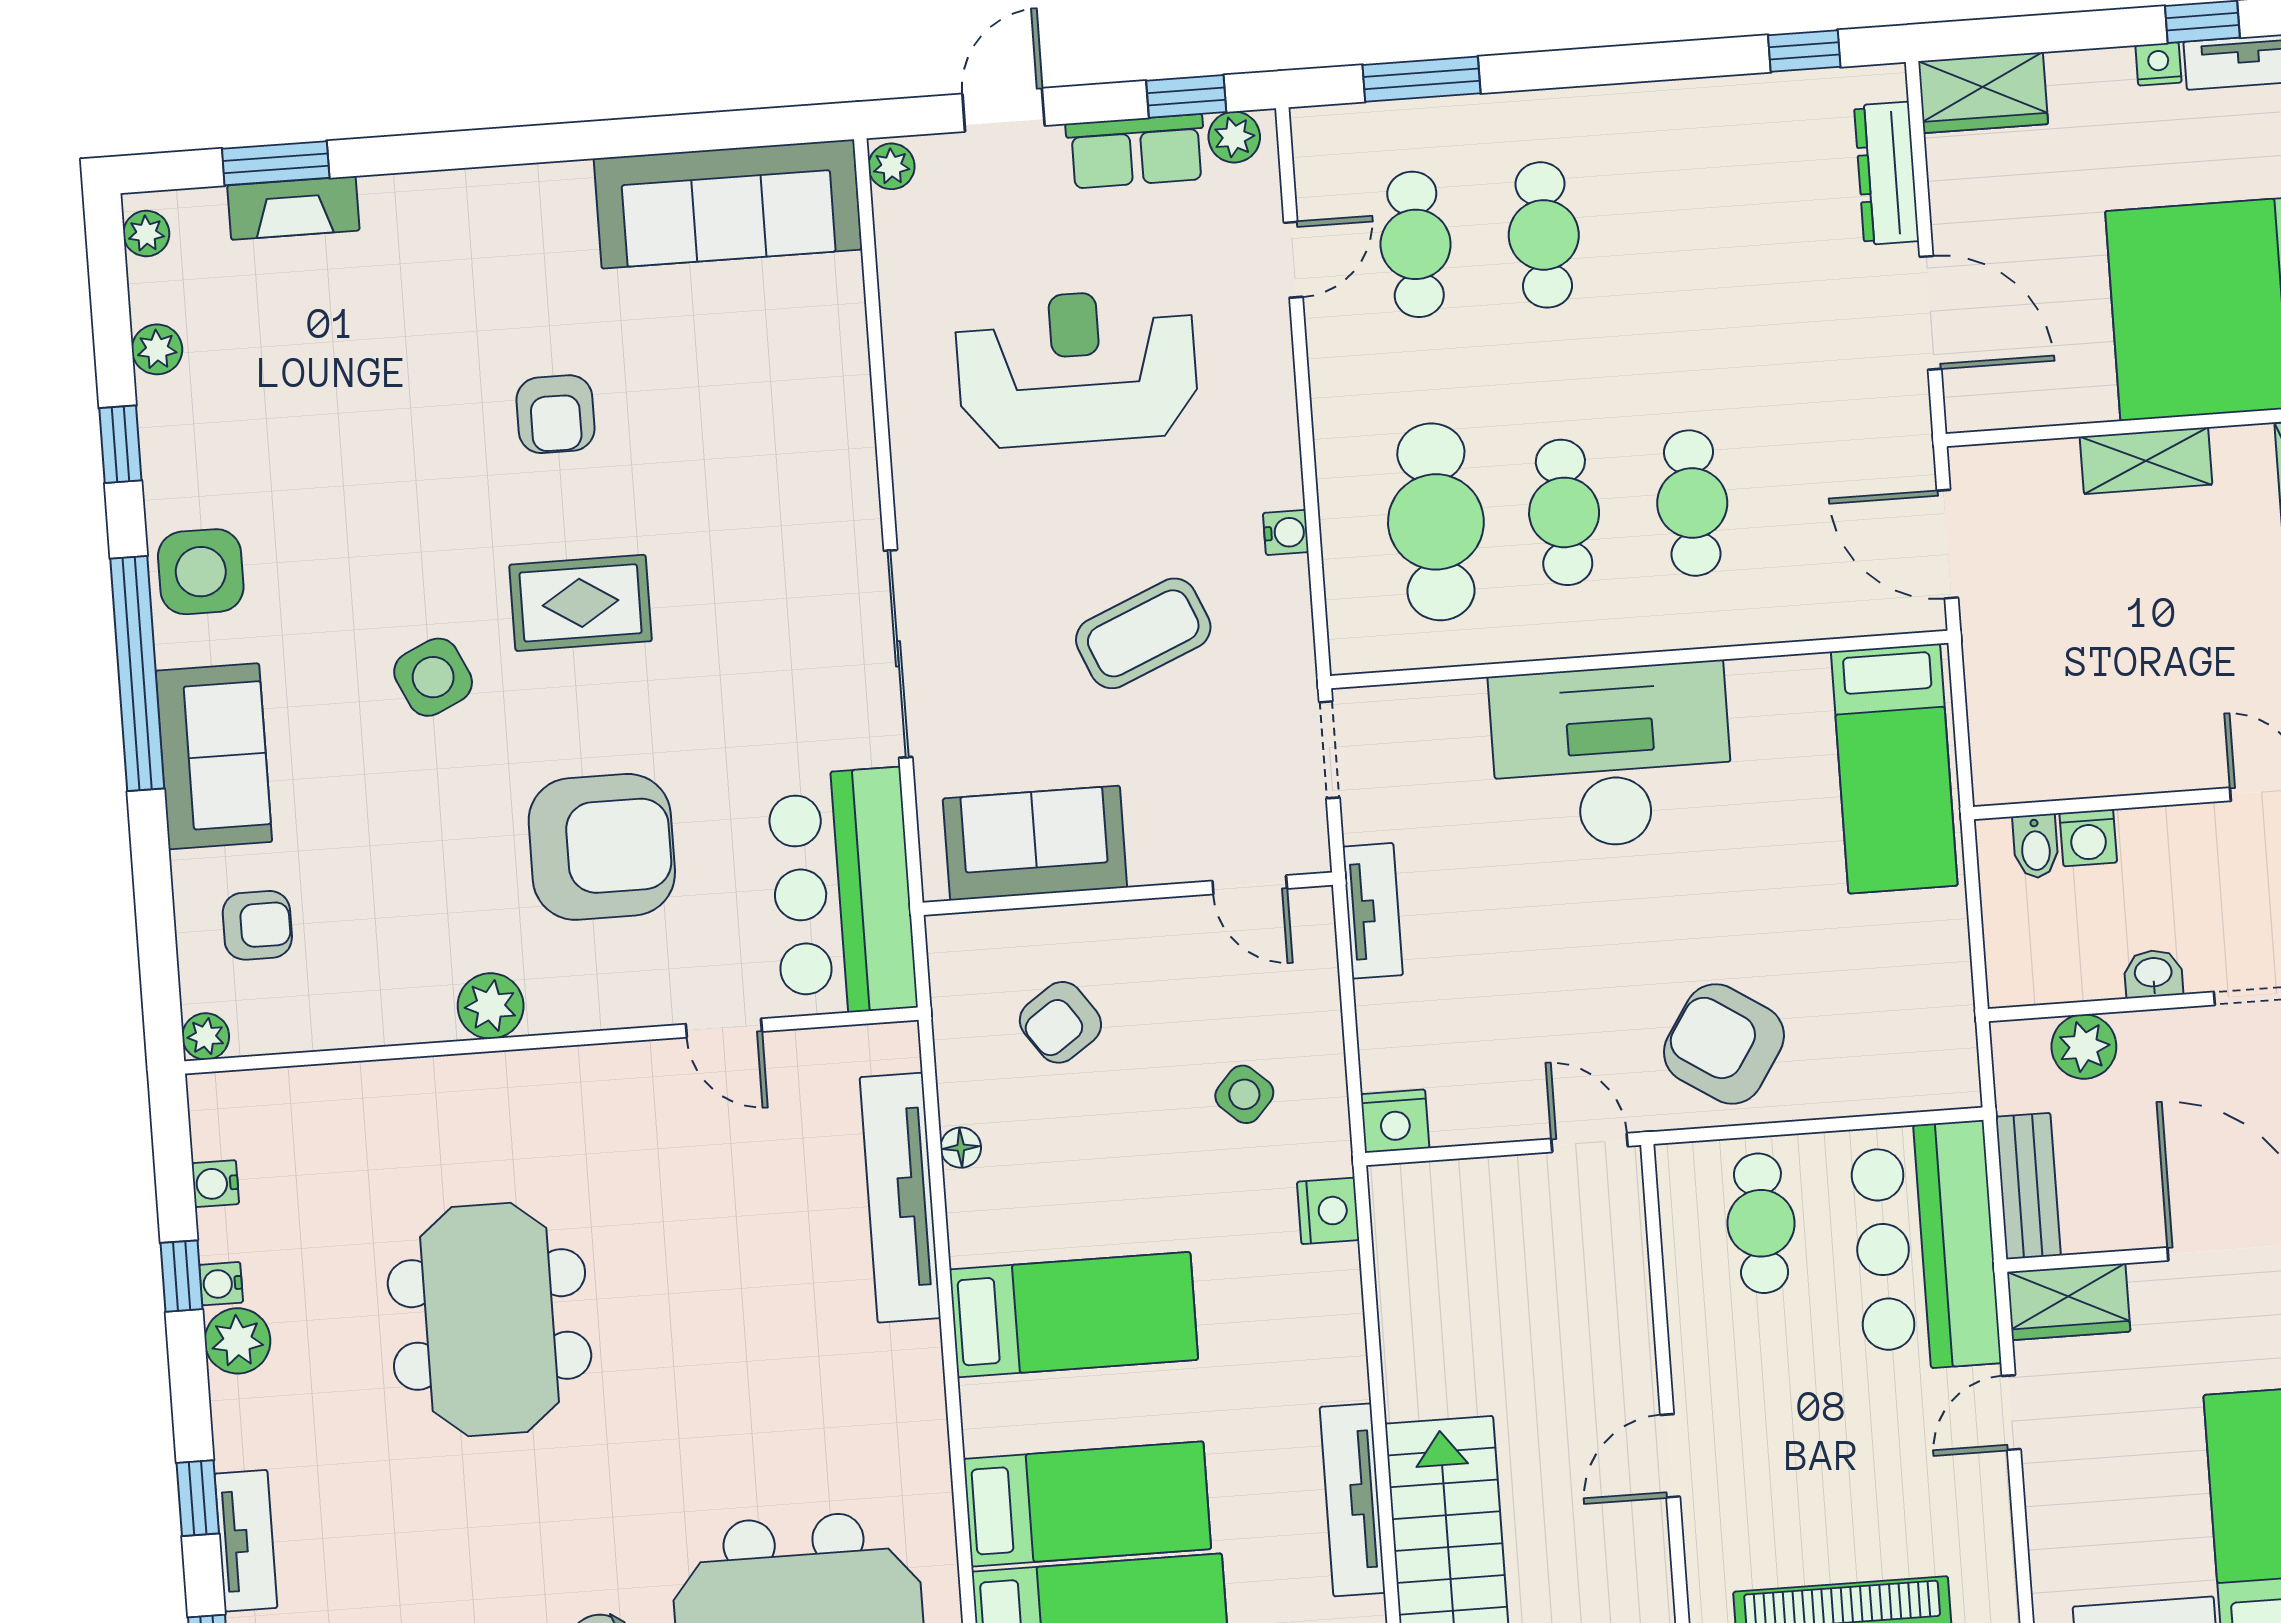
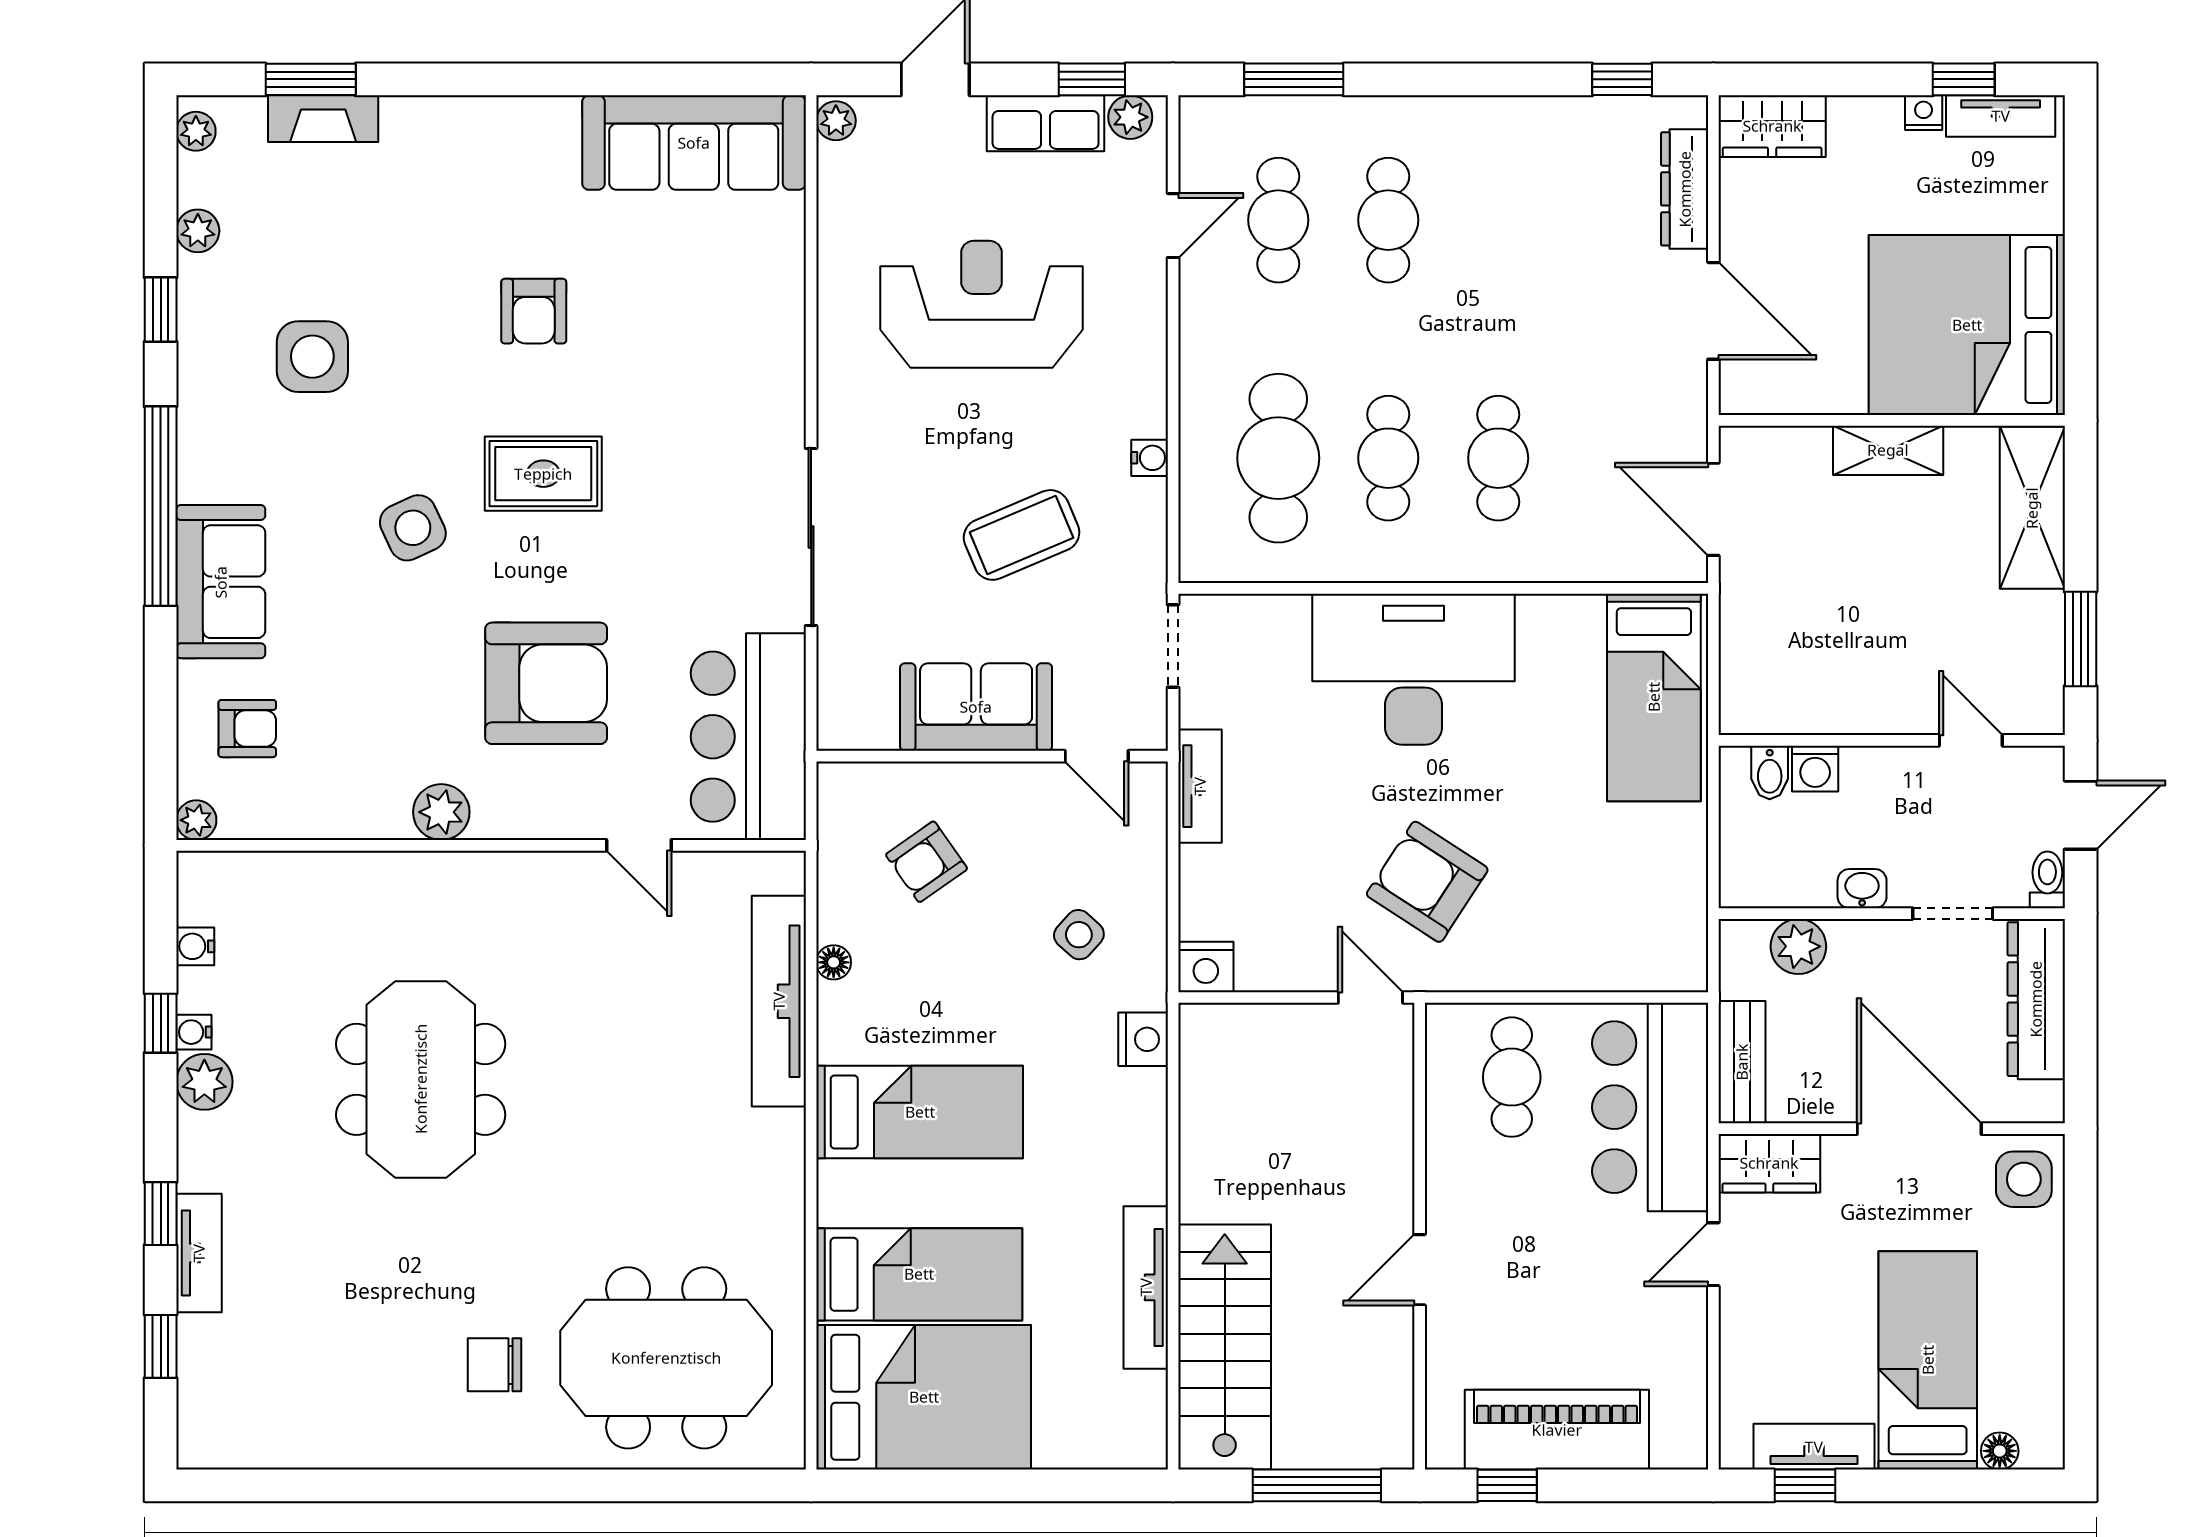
side table: (201, 572) -> (312, 357), moved
sofa: (1035, 843) -> (976, 707), moved
armchair: (1724, 1044) -> (1427, 882), moved

